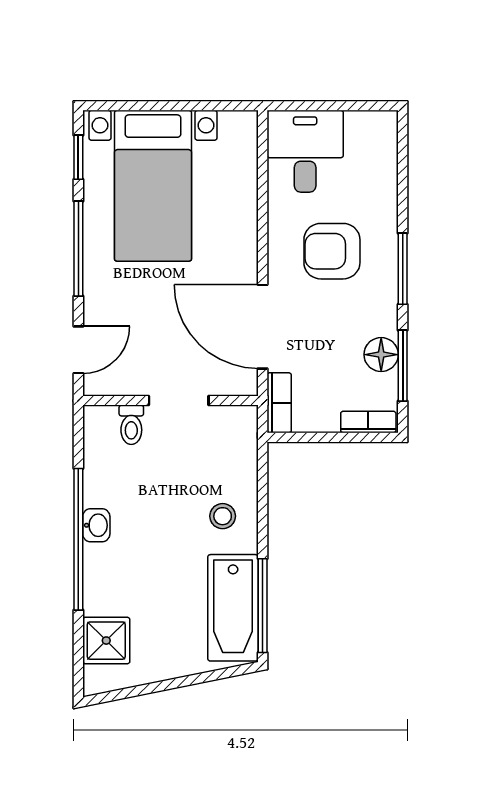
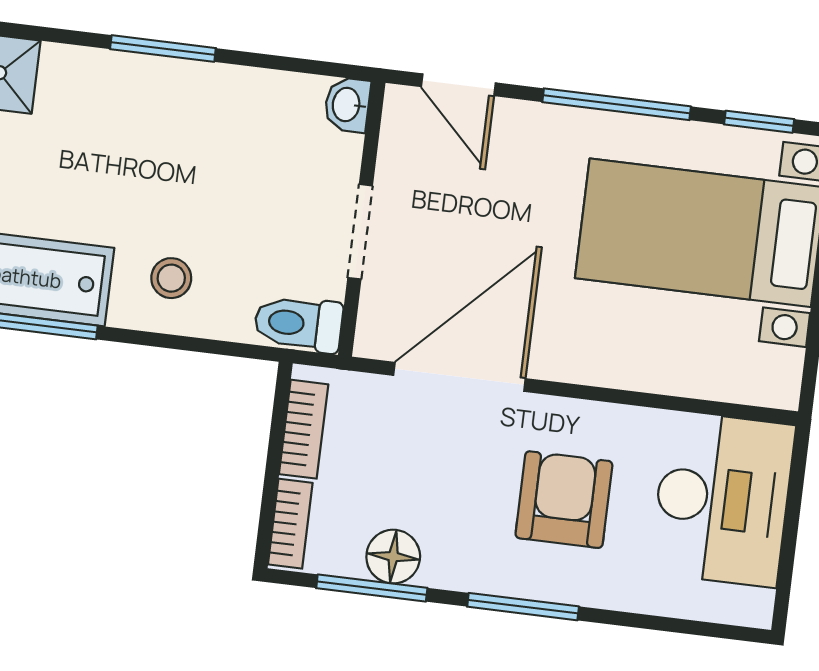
desk: (305, 151) -> (722, 499), width x1.37
bookcase: (279, 403) -> (304, 429), moved, turned -90
toilet: (131, 425) -> (298, 324), moved, width x1.37, depth x1.39
washbasin: (96, 525) -> (347, 105), moved, turned 90
window: (78, 539) -> (163, 49), width x0.47

